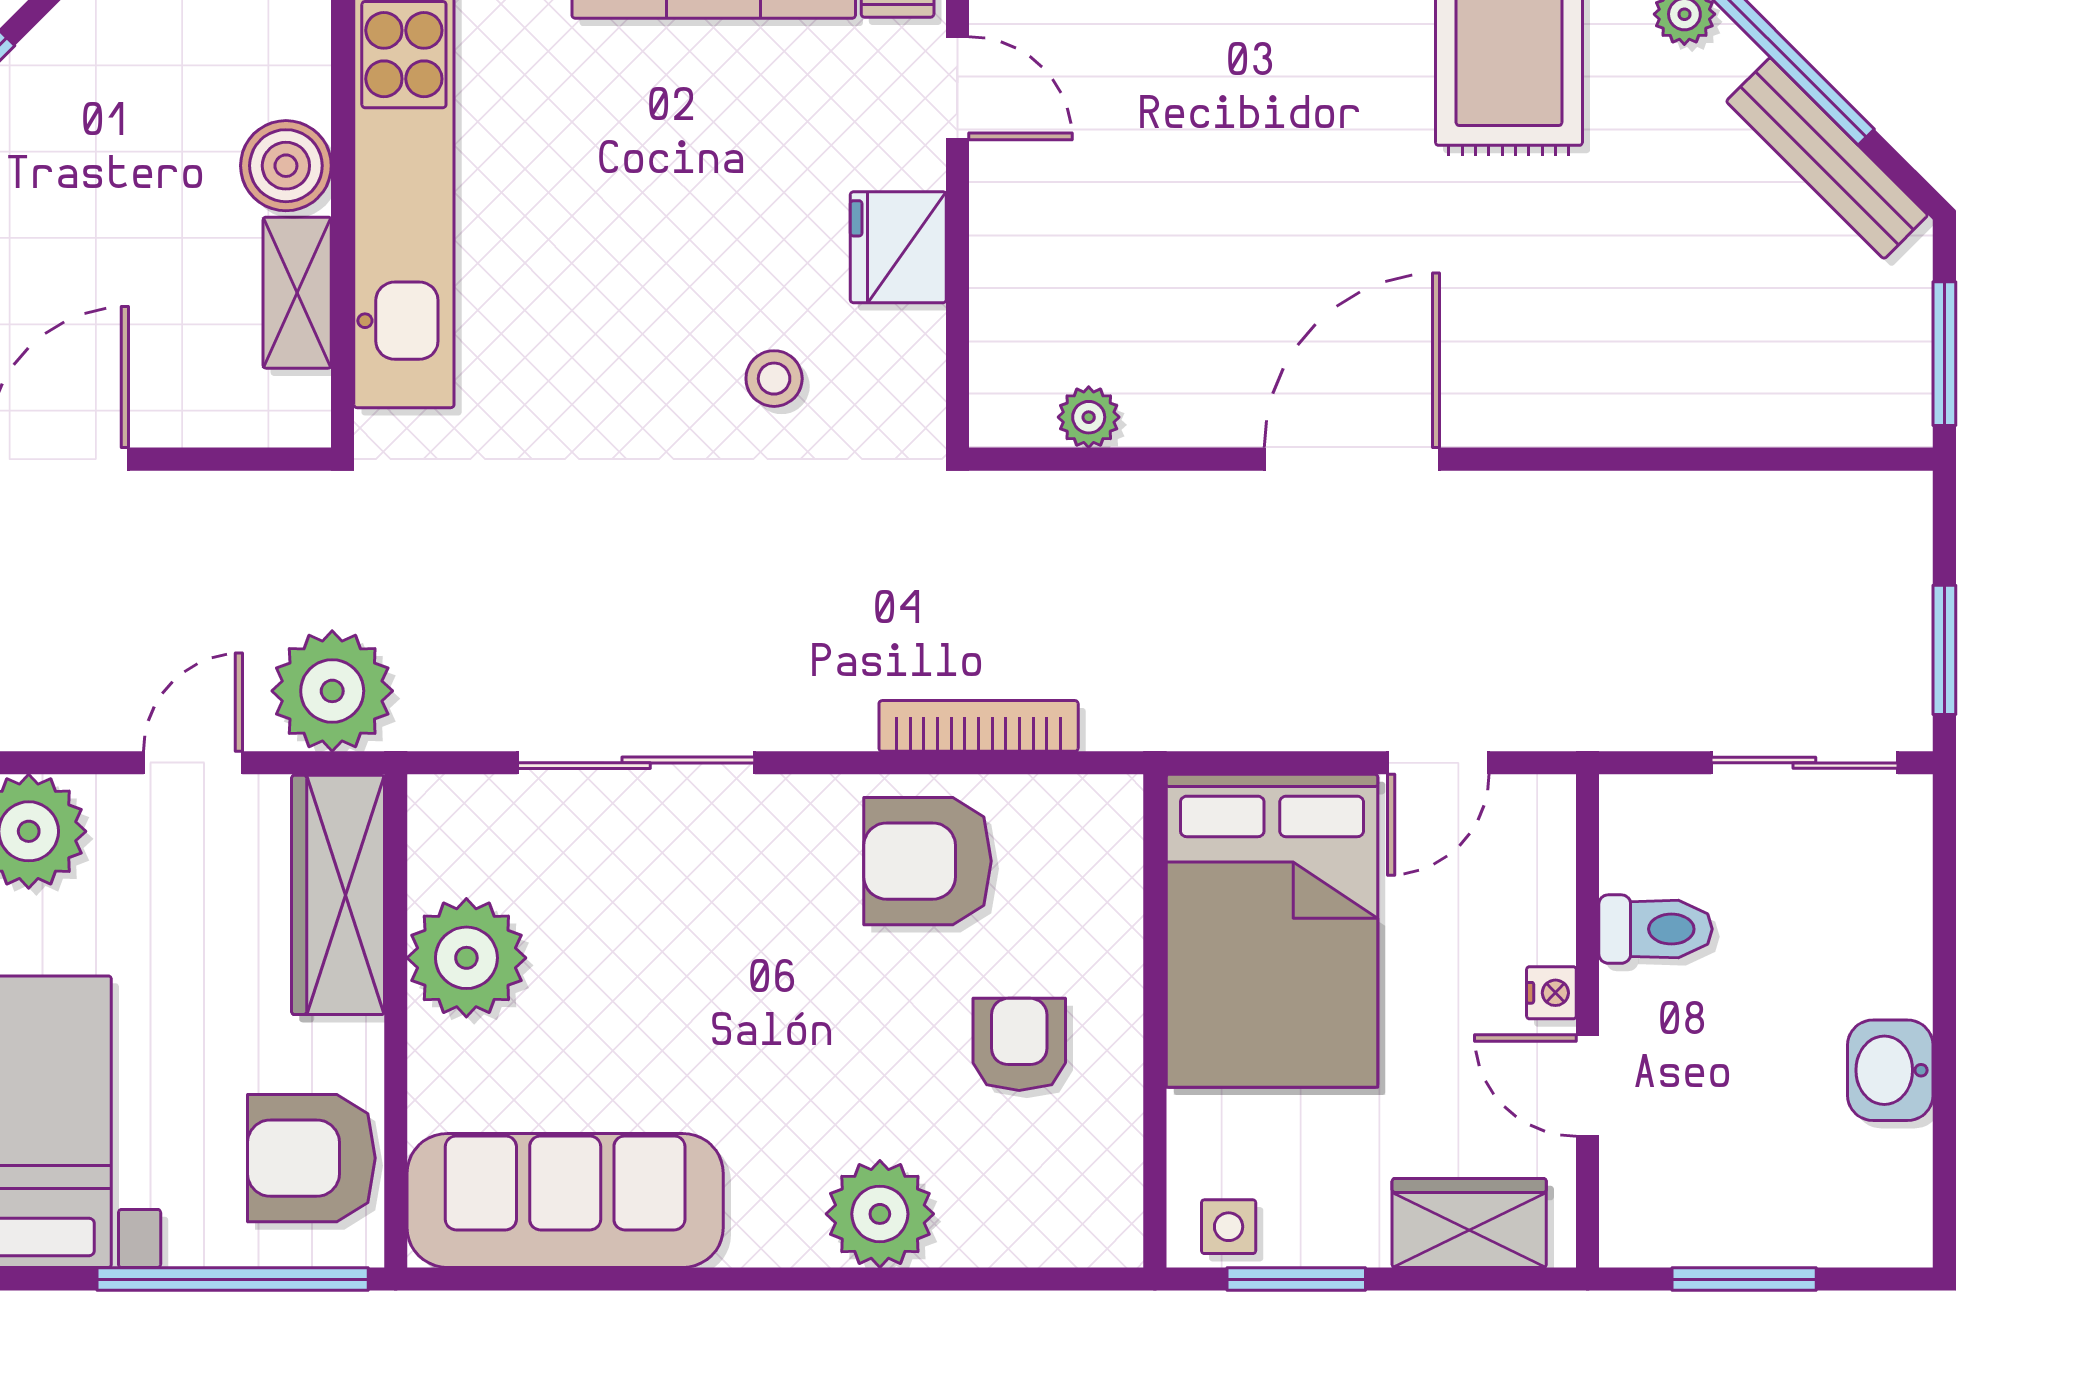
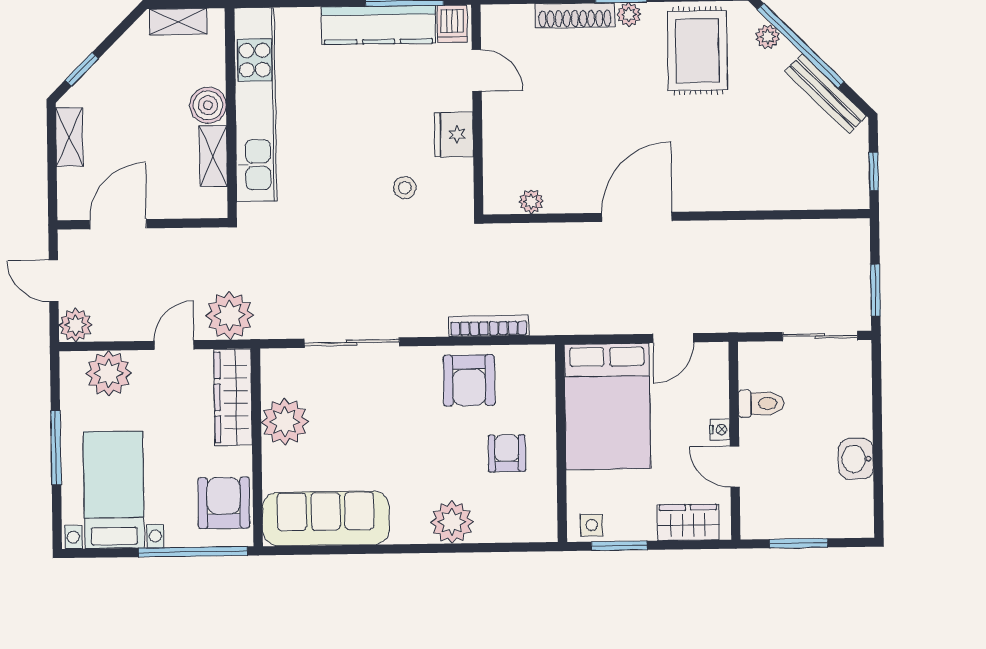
window: (1944, 354) -> (874, 171), width x0.67
armchair: (927, 861) -> (469, 380), turned -90
armchair: (311, 1158) -> (224, 503), turned 90

